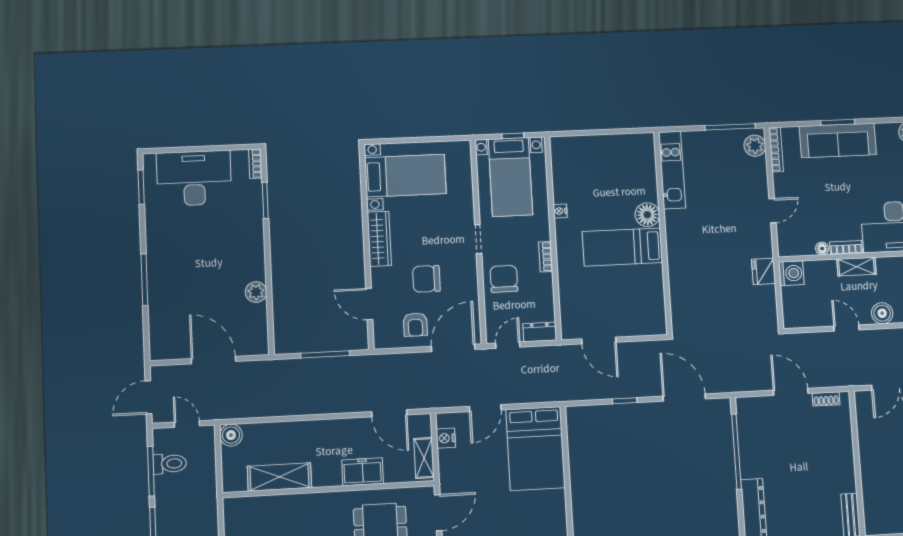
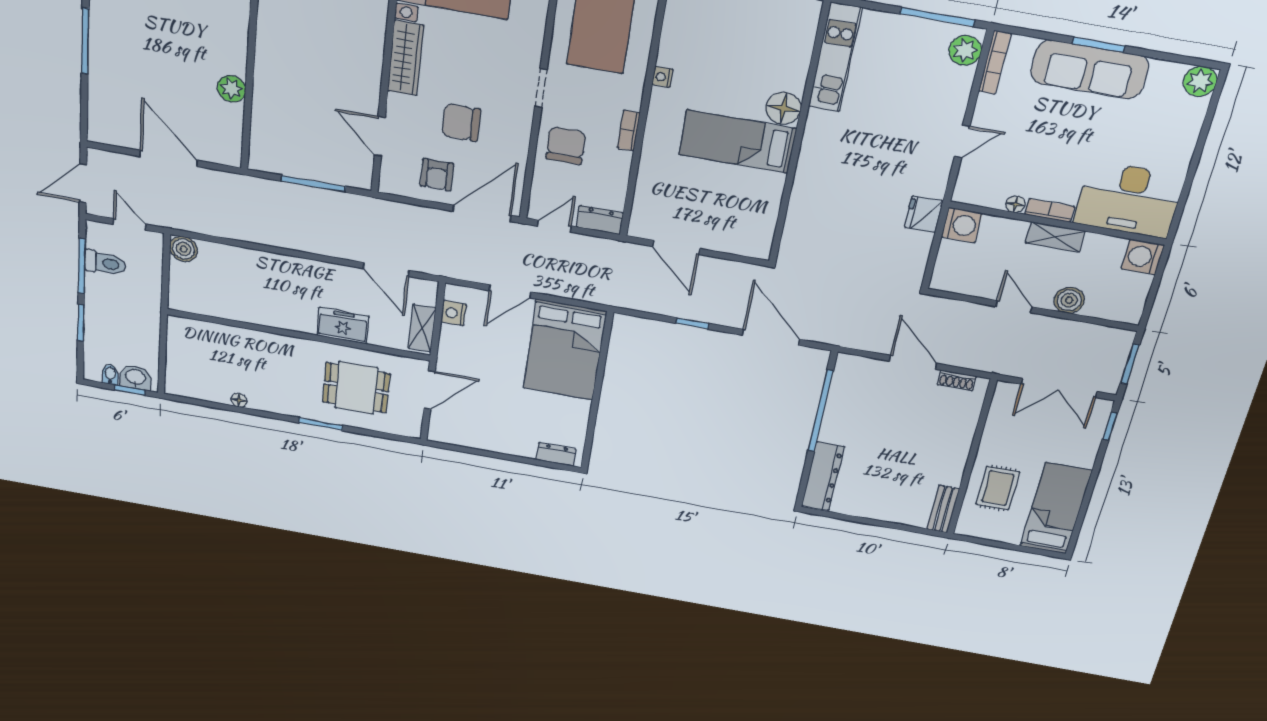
shelving: (279, 477) -> (239, 308), removed
rug: (884, 485) -> (998, 488), added

